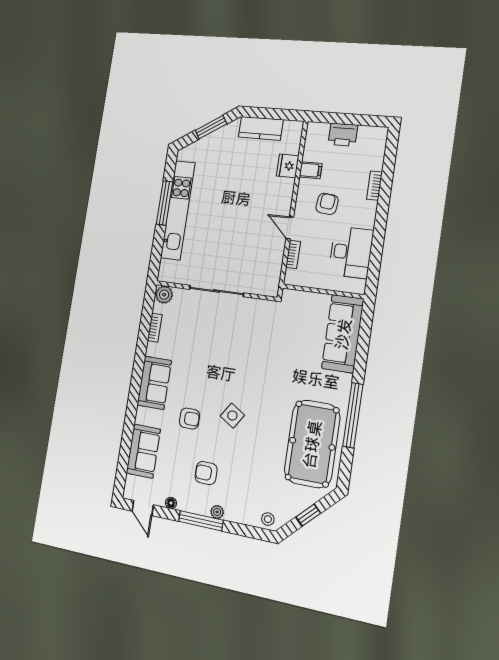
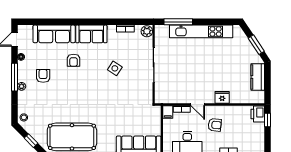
window: (332, 118) -> (268, 120), added
printer: (343, 135) -> (258, 114), moved
fridge: (288, 166) -> (222, 97), moved
filing cabinet: (311, 170) -> (168, 112), moved
window: (165, 203) -> (178, 22), moved
door: (290, 228) -> (198, 105), swing flipped
side table: (232, 416) -> (115, 68), moved
sofa: (143, 451) -> (54, 34), width x1.36

